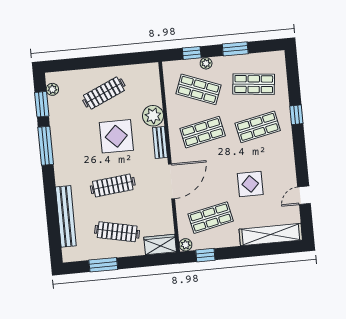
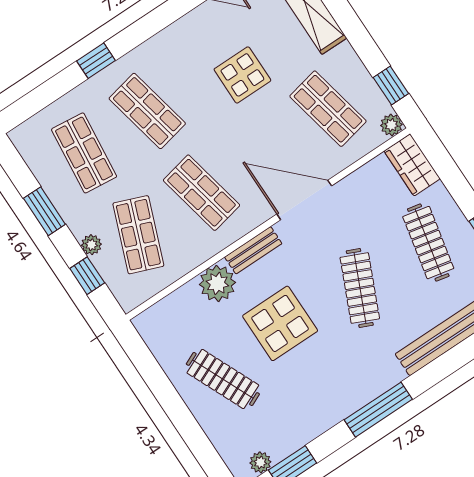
window: (46, 146) -> (378, 410), moved
clothes rail: (113, 185) -> (360, 288), turned 30

